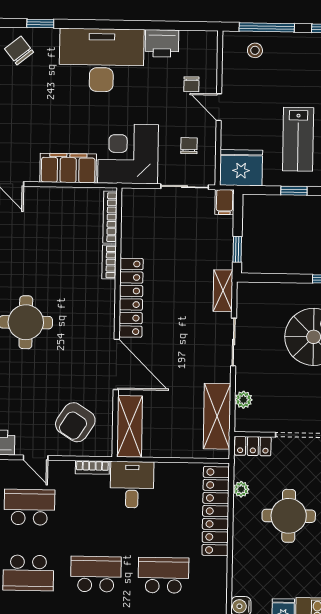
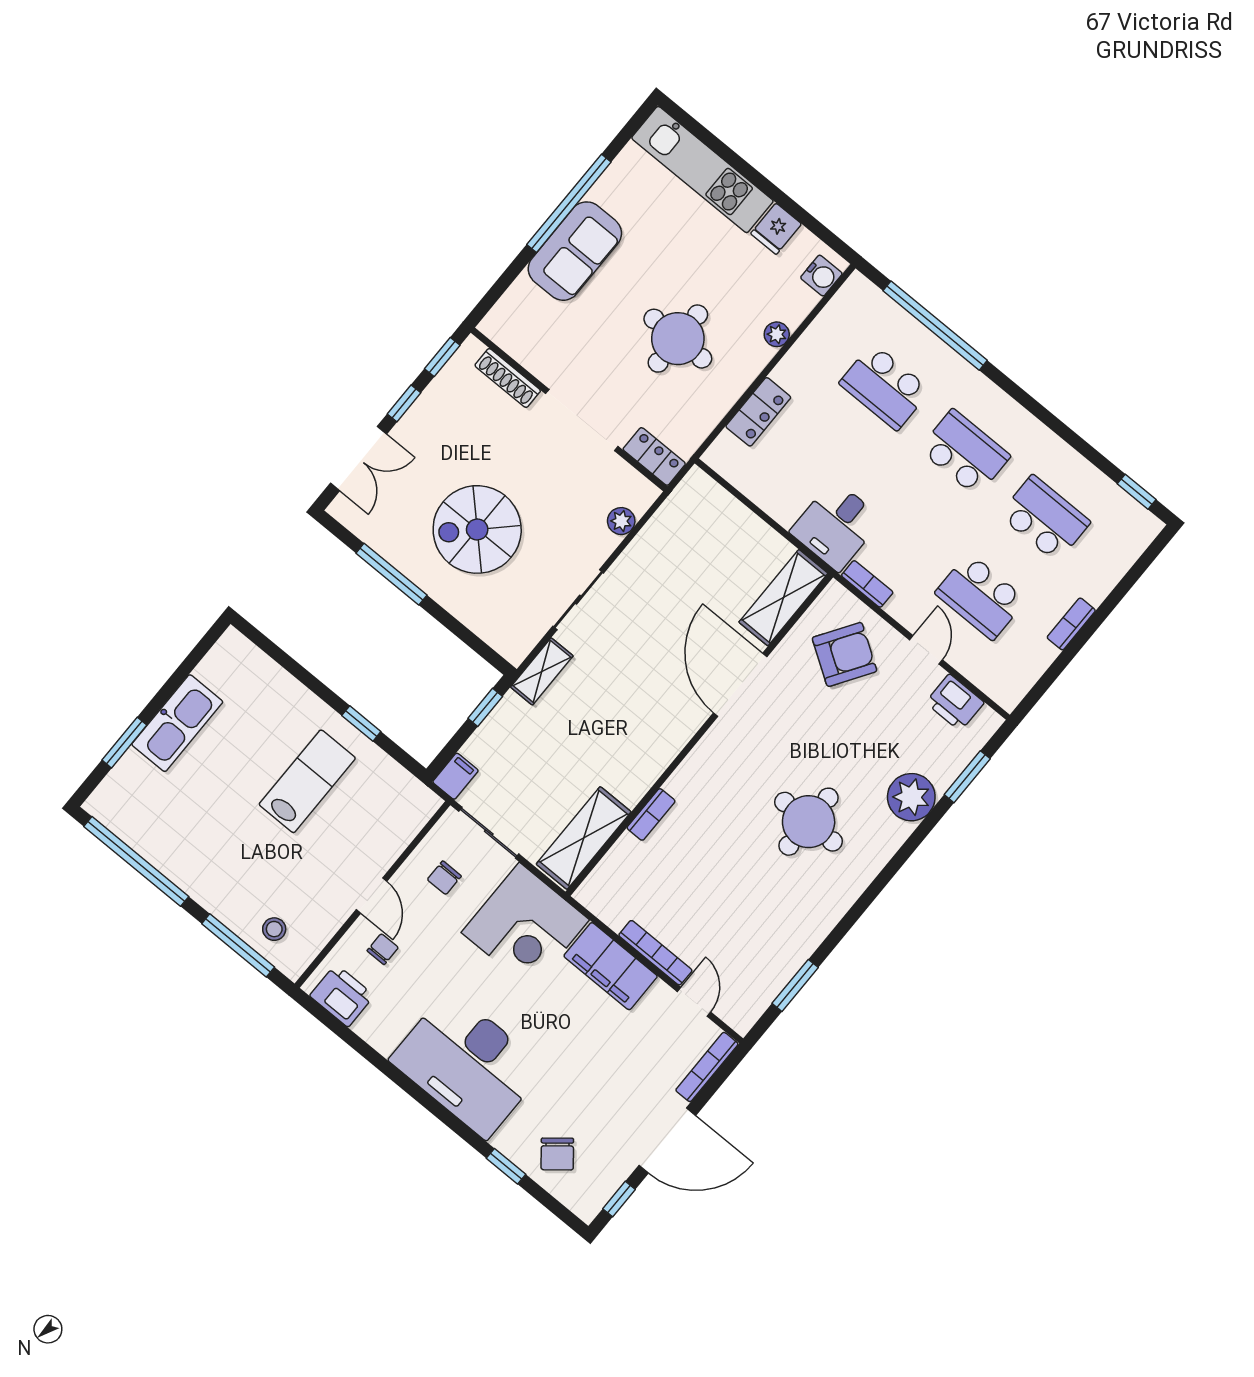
printer: (162, 43) -> (342, 996), moved
fridge: (241, 168) -> (403, 802), removed
bookcase: (110, 217) -> (655, 953), moved, turned -90
locker: (131, 298) -> (659, 751), removed
shelving: (217, 416) -> (584, 838), moved
plant: (241, 489) -> (777, 334), moved
locker: (216, 511) -> (758, 412), width x0.46, depth x0.83
school desk: (96, 574) -> (965, 453), turned 180

